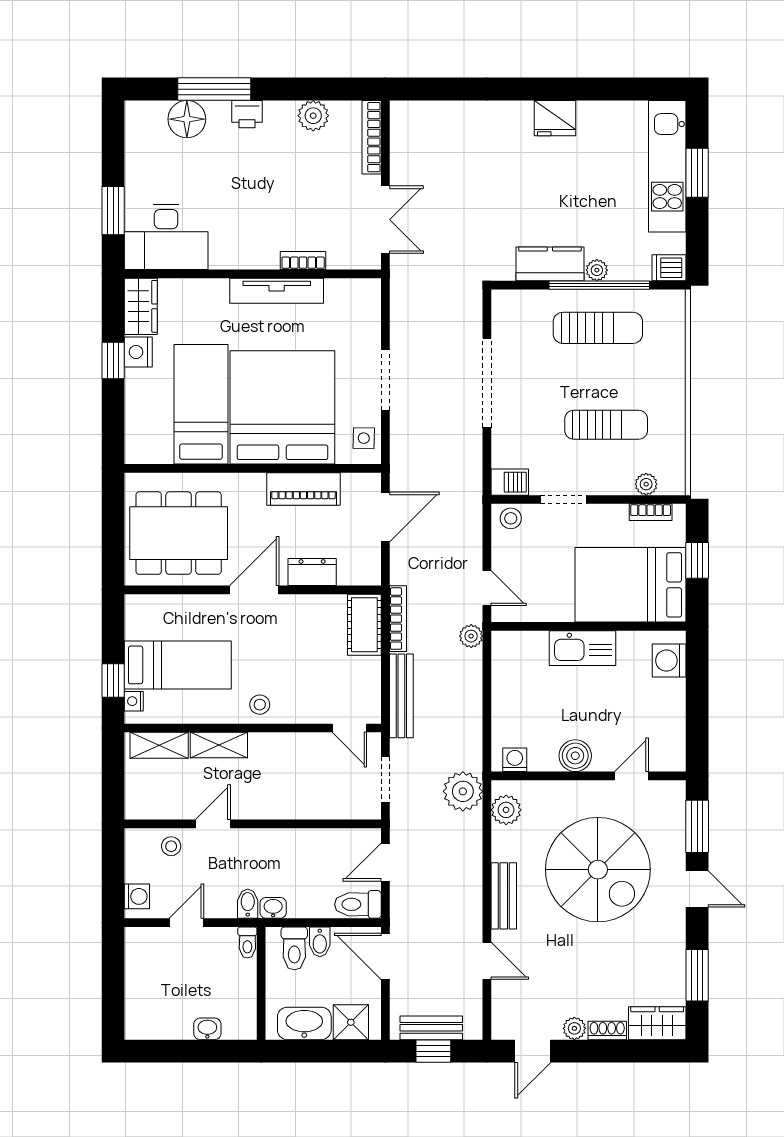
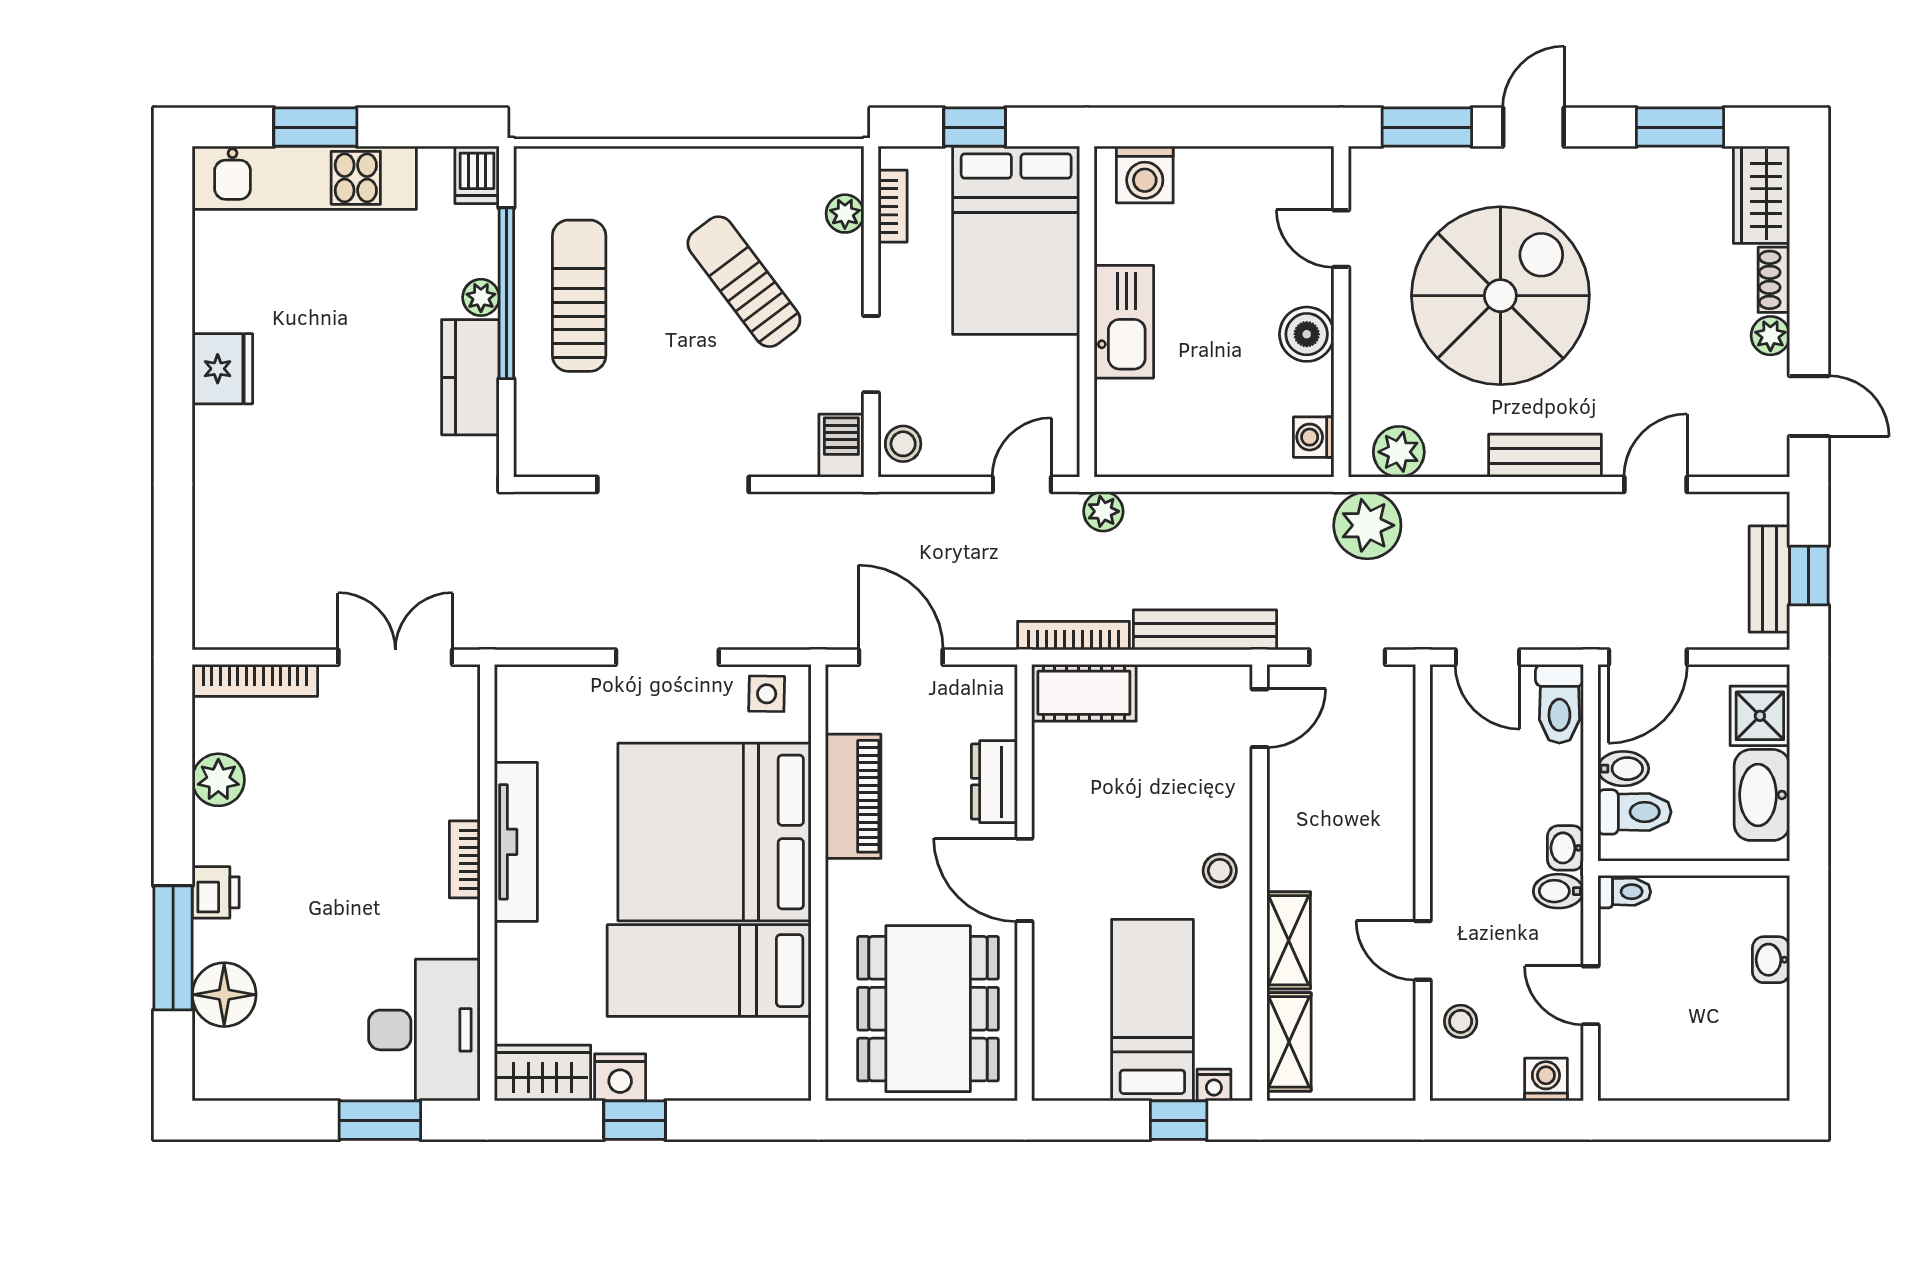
bookcase: (303, 261) -> (465, 859), moved
sun lounger: (606, 425) -> (744, 282), turned -37

